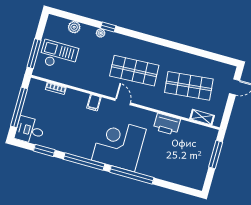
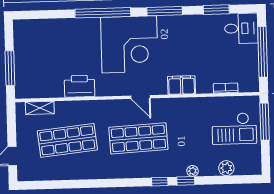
window: (128, 33) -> (160, 182), added
filing cabinet: (94, 103) -> (182, 85), width x2.00
window: (84, 162) -> (165, 11), width x0.68

